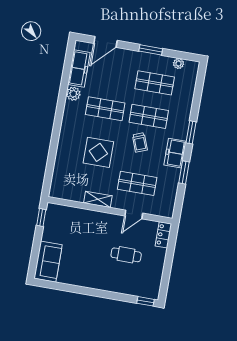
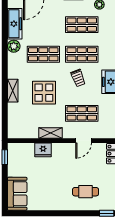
shelving: (63, 144) -> (13, 91), added
fridge: (86, 217) -> (43, 150), added
cafe table: (126, 255) -> (86, 192), moved

